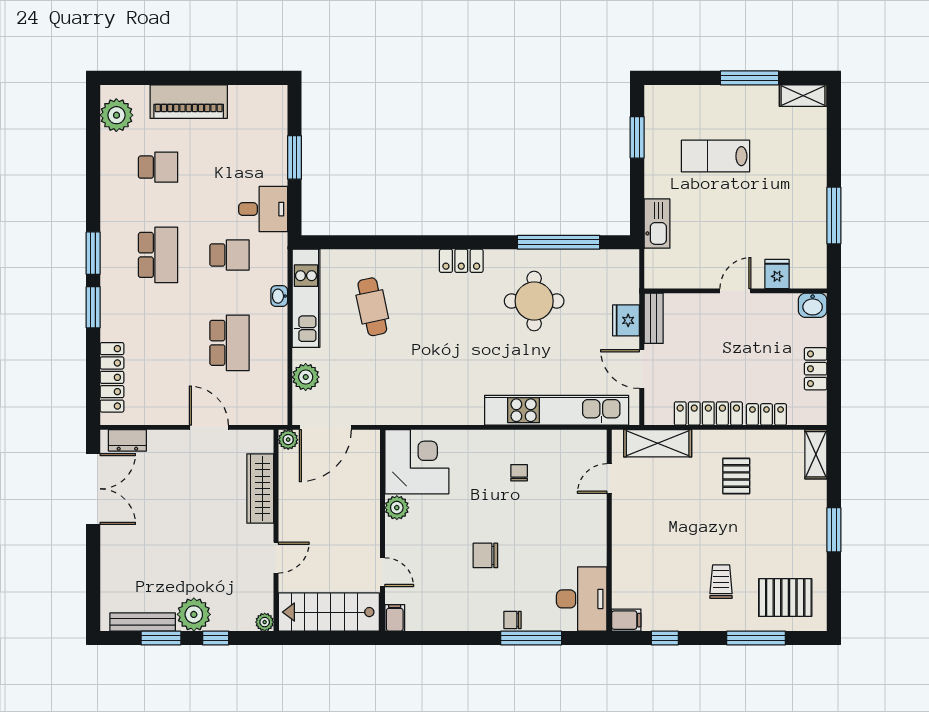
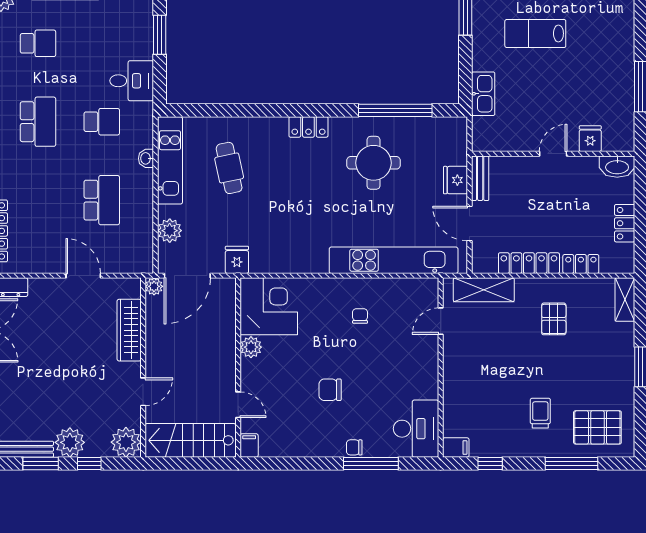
washbasin: (813, 305) -> (617, 167), width x1.38
fridge: (381, 410) -> (237, 260), added
plant: (265, 622) -> (126, 442), width x1.87, depth x1.87

